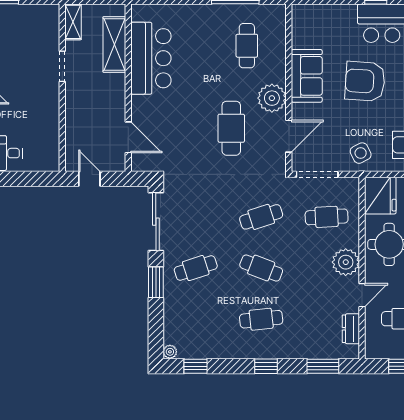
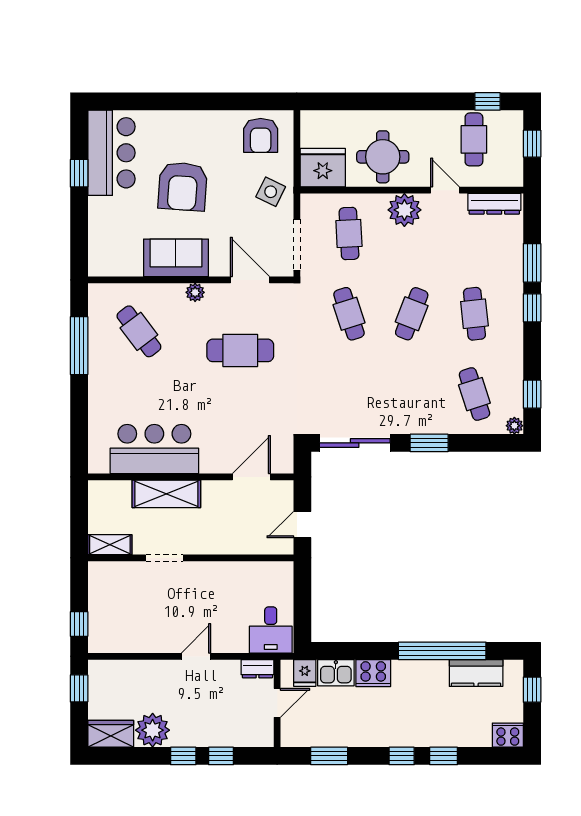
shelving: (114, 44) -> (166, 494), moved
cafe table: (247, 46) -> (139, 331), turned 53
plant: (272, 98) -> (195, 292), width x0.53, depth x0.53
side table: (361, 153) -> (271, 192), turned -37
cafe table: (196, 268) -> (474, 394), moved
dresser: (351, 329) -> (494, 204), width x1.44
window: (323, 366) -> (532, 263), moved

